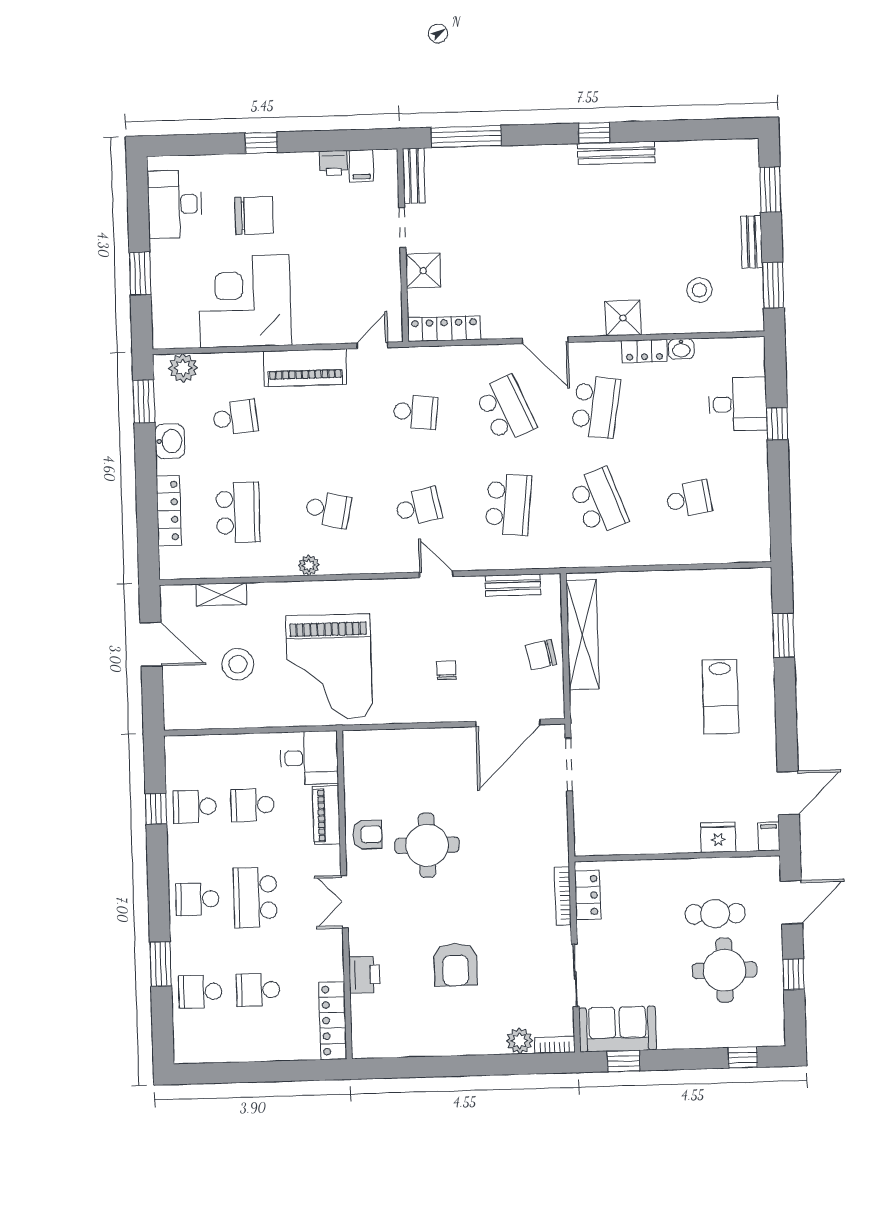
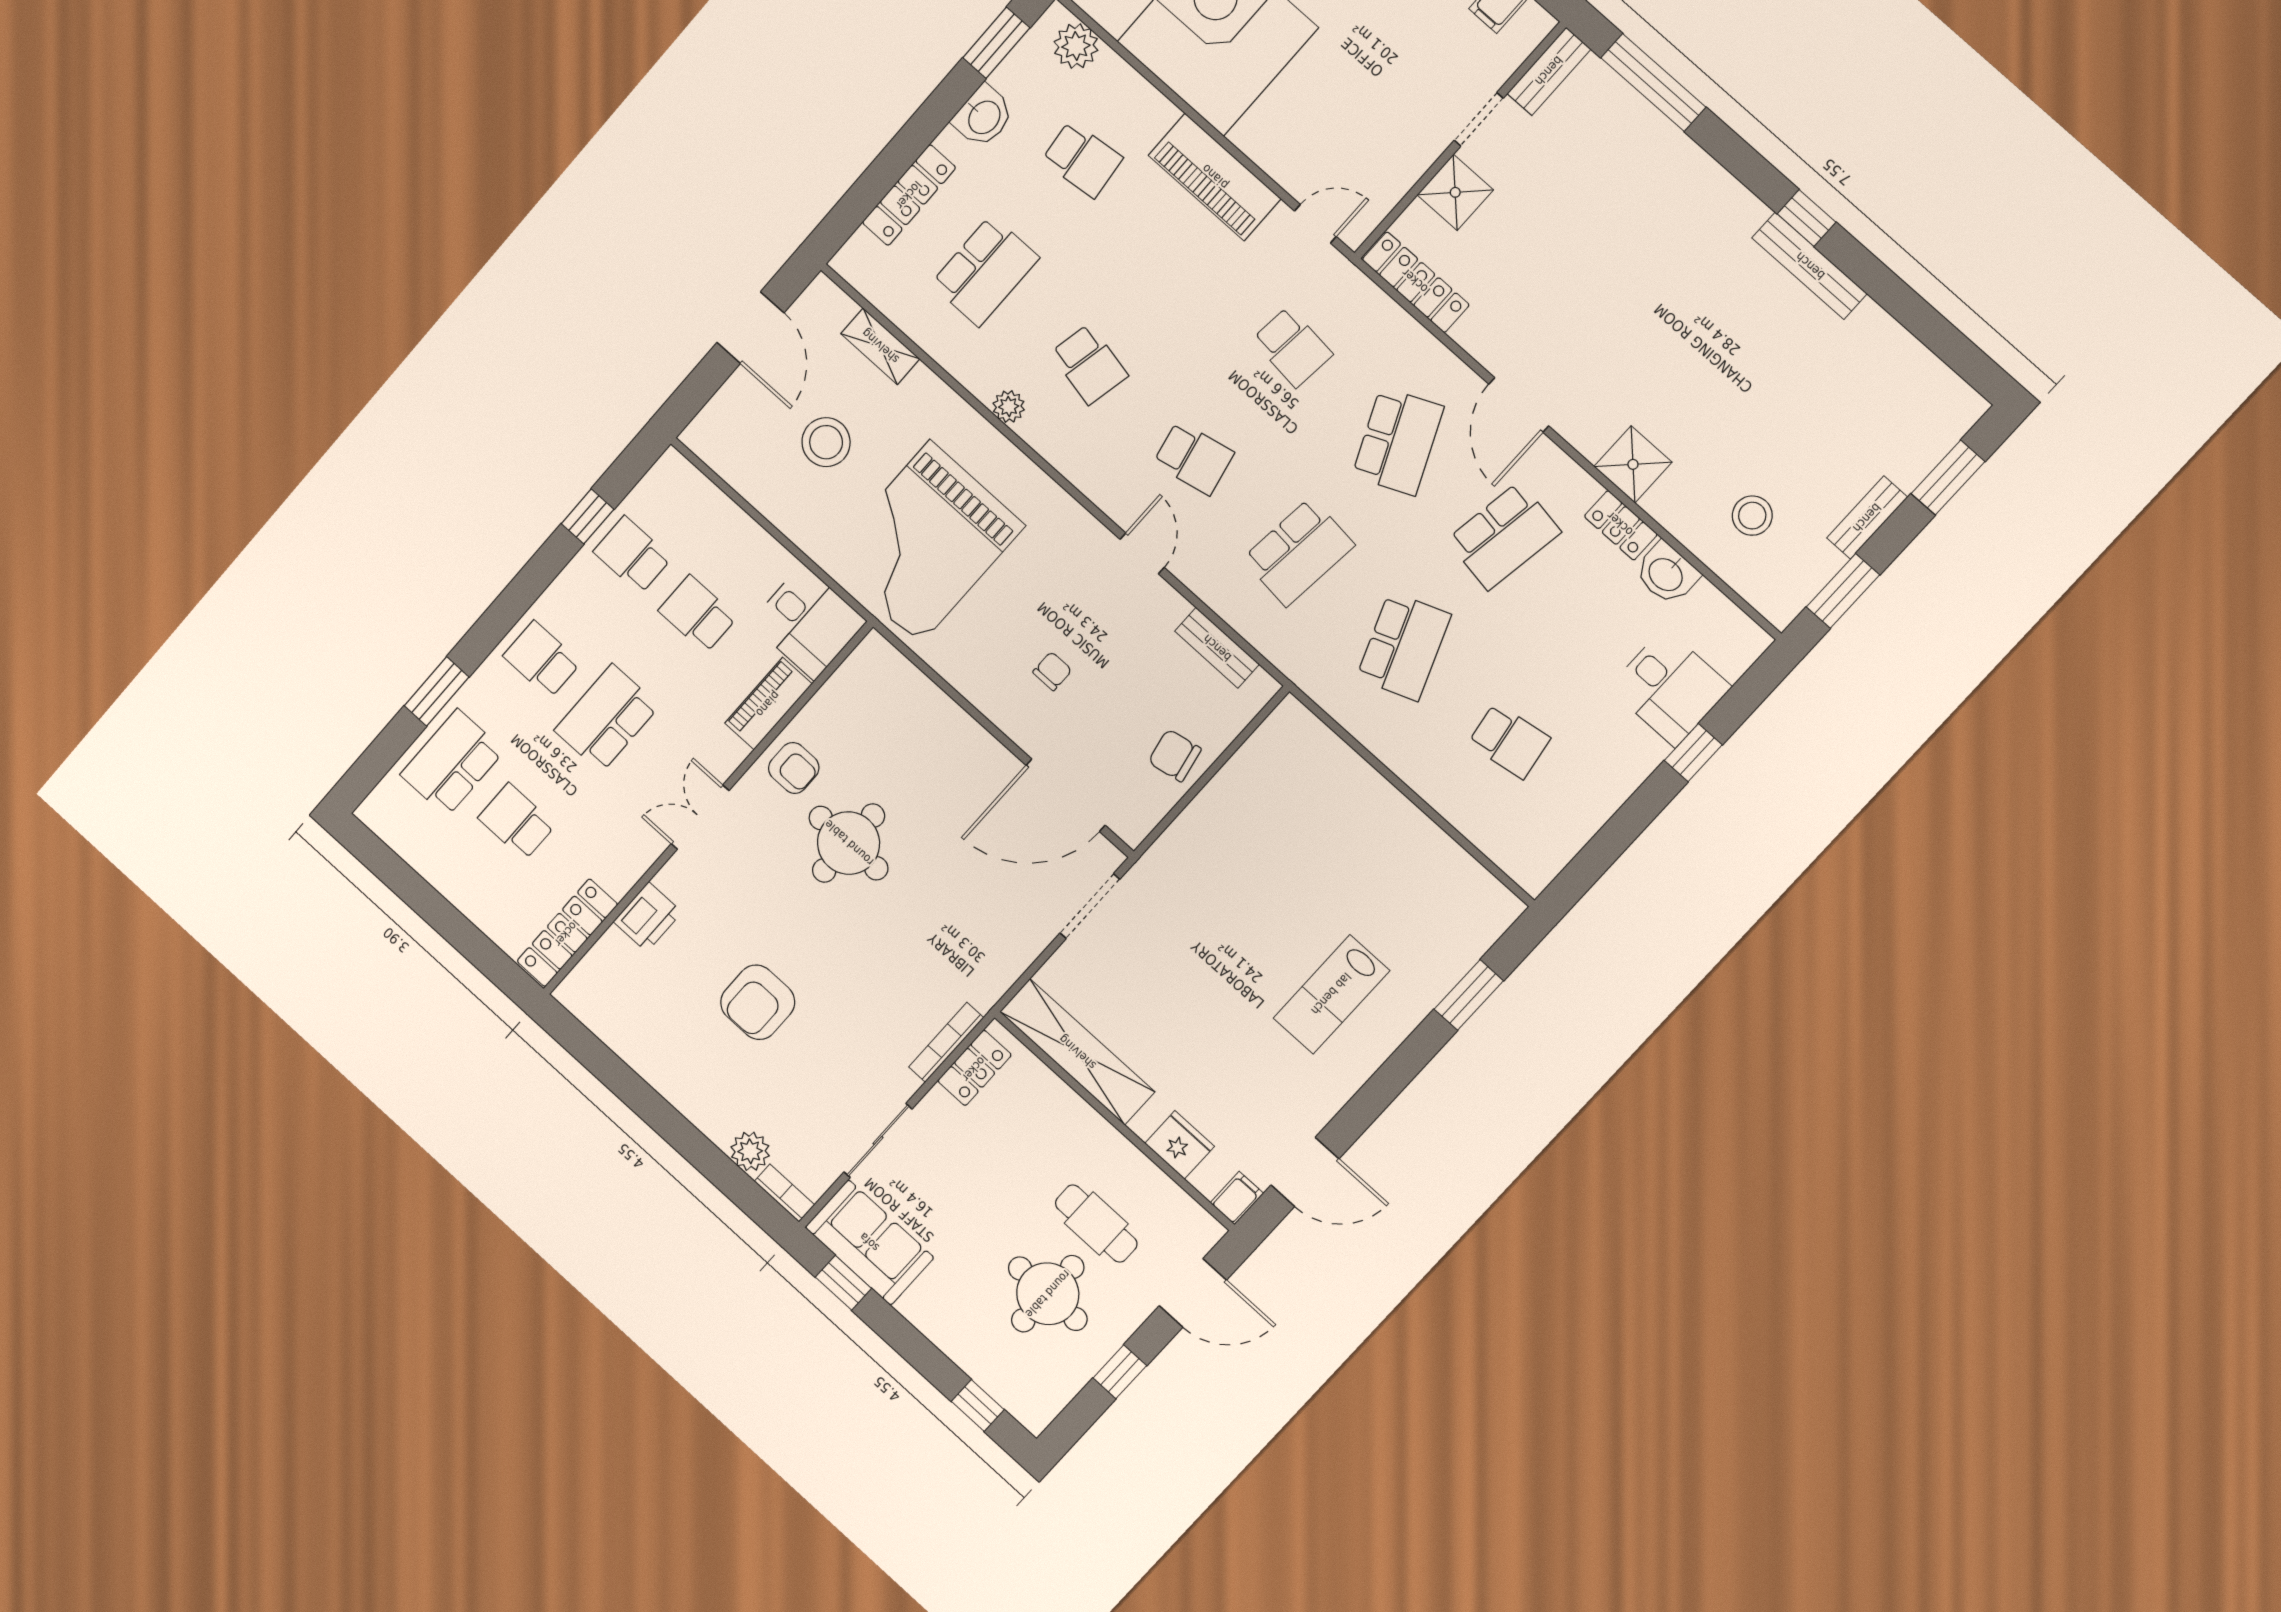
washbasin: (681, 349) -> (1667, 574), width x1.38, depth x1.45
shelving: (583, 635) -> (1077, 1052), moved, turned 90
school desk: (200, 992) -> (452, 763), width x1.85

